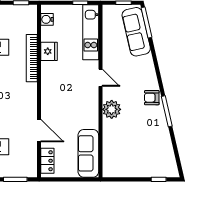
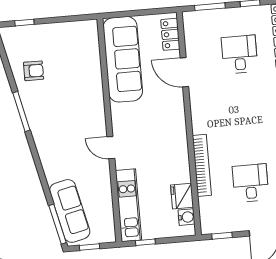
fridge: (49, 51) -> (182, 196), moved
armchair: (152, 98) -> (34, 71), moved
plant: (112, 109) -> (93, 108), removed
sofa: (88, 153) -> (123, 59), width x1.36, depth x1.27

